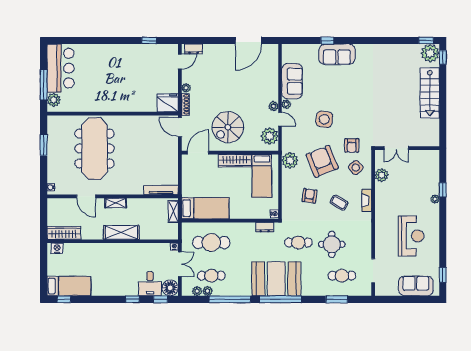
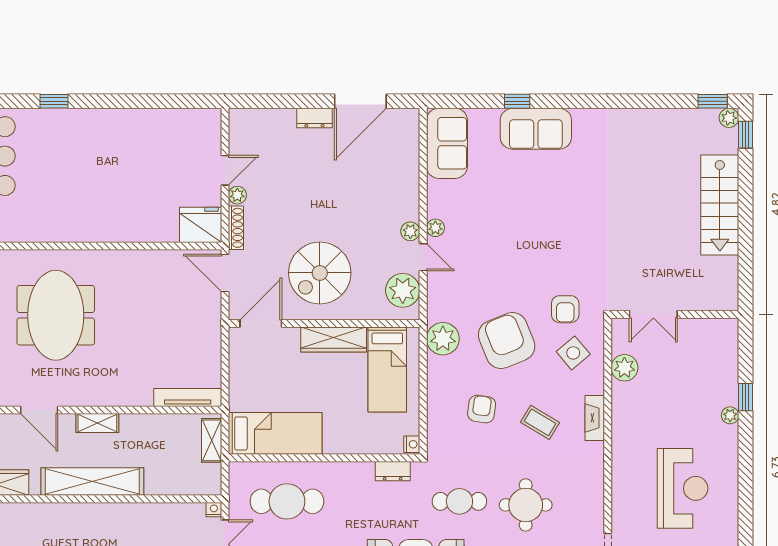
window: (149, 41) -> (54, 101), moved
dresser: (194, 49) -> (314, 118), moved
plant: (430, 53) -> (729, 118), width x0.53, depth x0.53
door: (180, 62) -> (225, 170), moved
sofa: (292, 81) -> (447, 143), moved
side table: (324, 119) -> (511, 257), removed
meeting table: (95, 149) -> (56, 315), width x0.73
shelving: (121, 232) -> (92, 481), width x1.47

